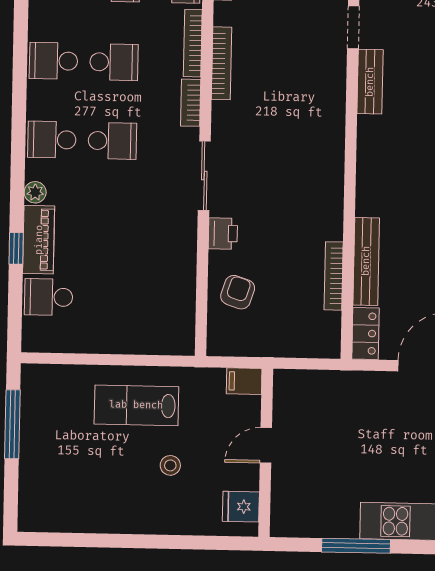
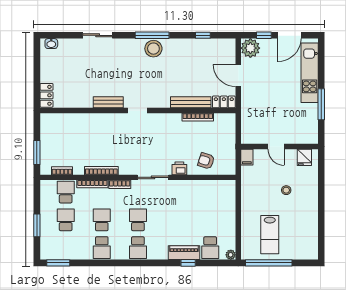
doorway: (353, 27) -> (137, 111), moved
plant: (35, 192) -> (231, 255), moved
lab bench: (136, 405) -> (270, 235), moved
window: (12, 424) -> (269, 263), width x1.46

